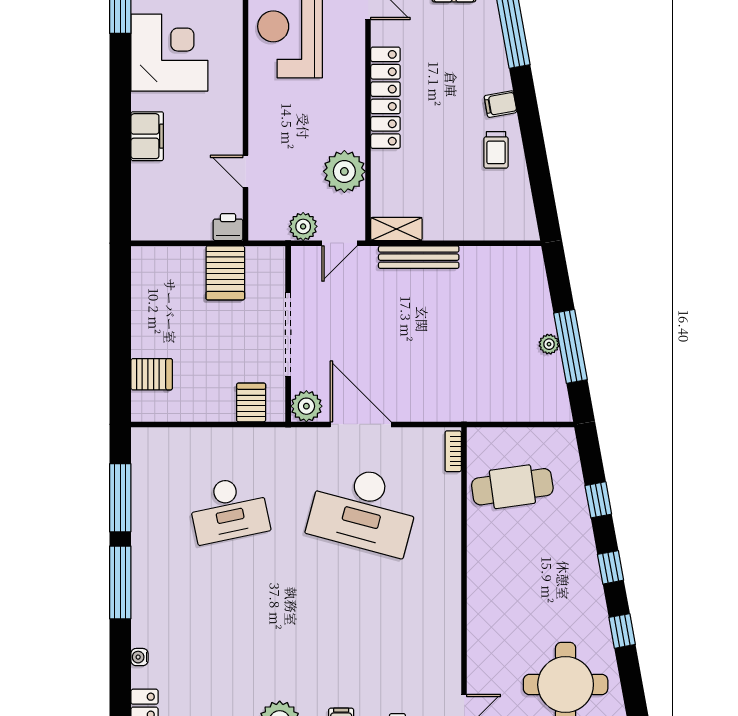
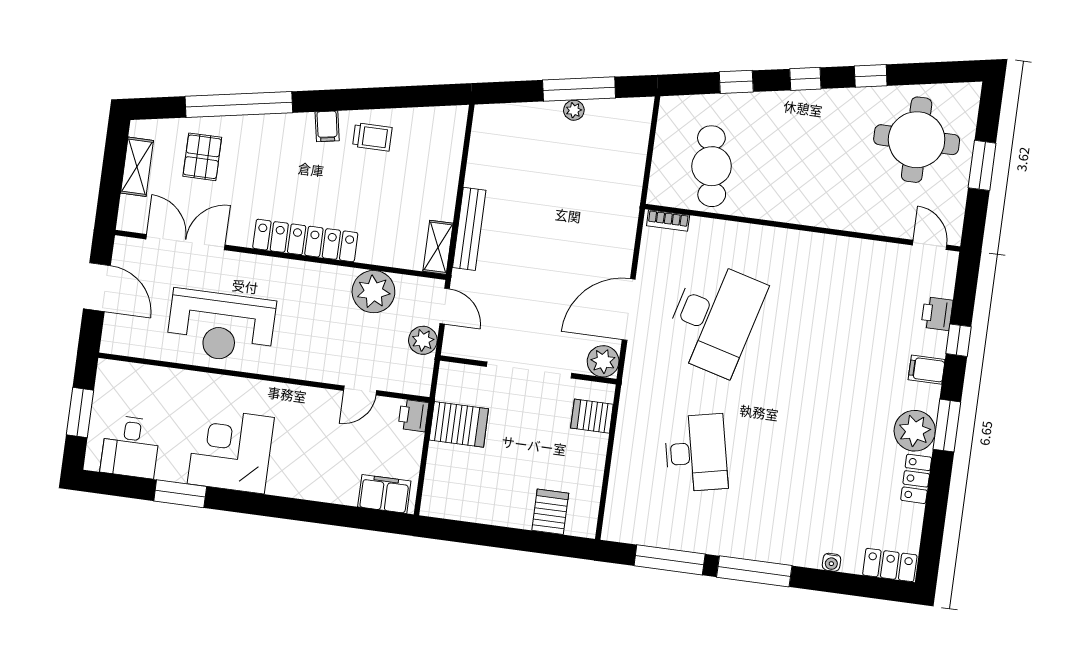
filing cabinet: (147, 136) -> (384, 494), moved

